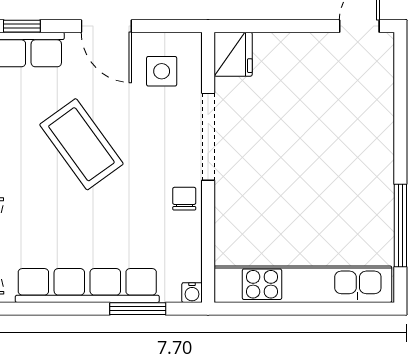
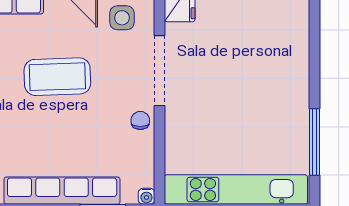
coffee table: (81, 144) -> (57, 77), turned -56

